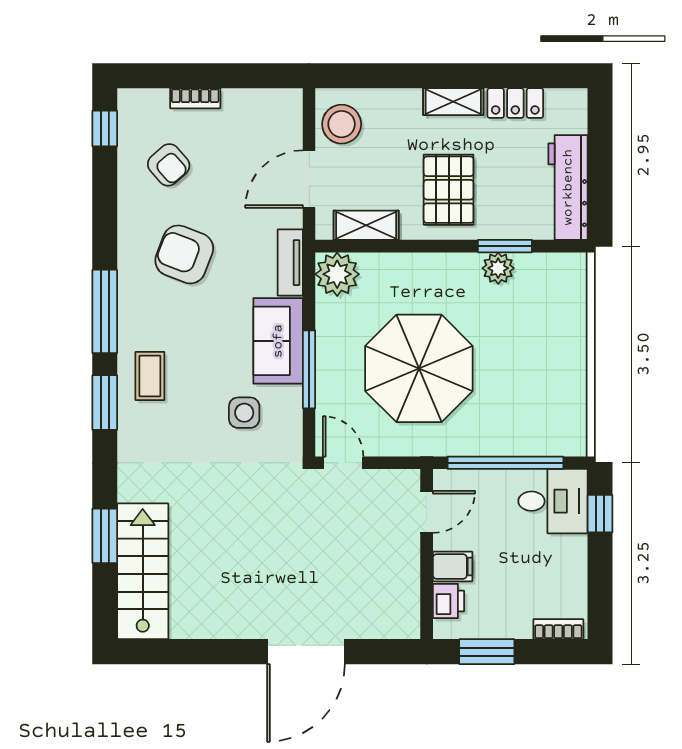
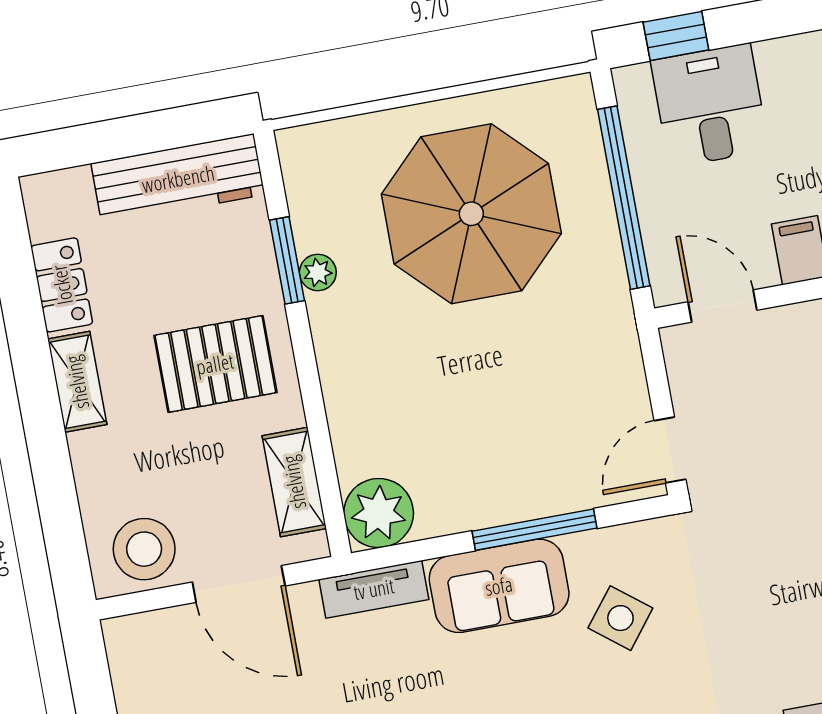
plant: (498, 268) -> (318, 272), width x0.73, depth x0.73
parasol: (419, 368) -> (471, 214), moved
side table: (244, 413) -> (620, 618), turned 38
desk: (553, 501) -> (710, 105), moved

